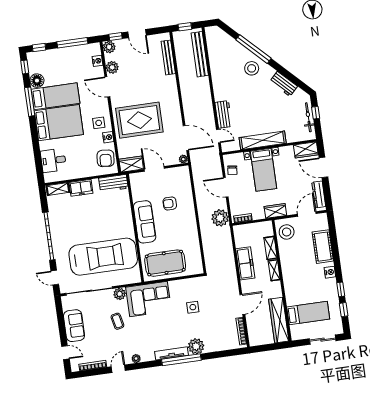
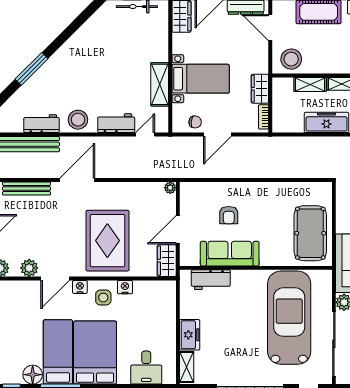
window: (253, 49) -> (32, 69), width x0.68
nightstand: (98, 61) -> (80, 287), moved
stool: (252, 68) -> (78, 120), moved
workbench: (284, 84) -> (42, 124), moved, turned -135
door: (186, 138) -> (77, 180), moved
shelving: (263, 140) -> (160, 84), width x0.68
armchair: (106, 158) -> (154, 295), removed
workbench: (113, 183) -> (211, 280), moved, turned 90
wardrobe: (275, 211) -> (260, 89), moved
plant: (220, 218) -> (259, 148), removed
sofa: (145, 222) -> (230, 254), moved

